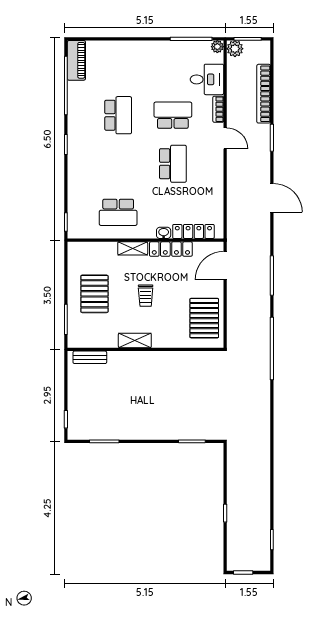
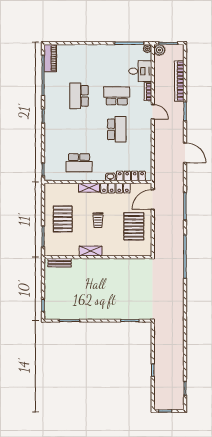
school desk: (118, 115) -> (79, 96), turned 180
pallet: (204, 318) -> (134, 226), moved

